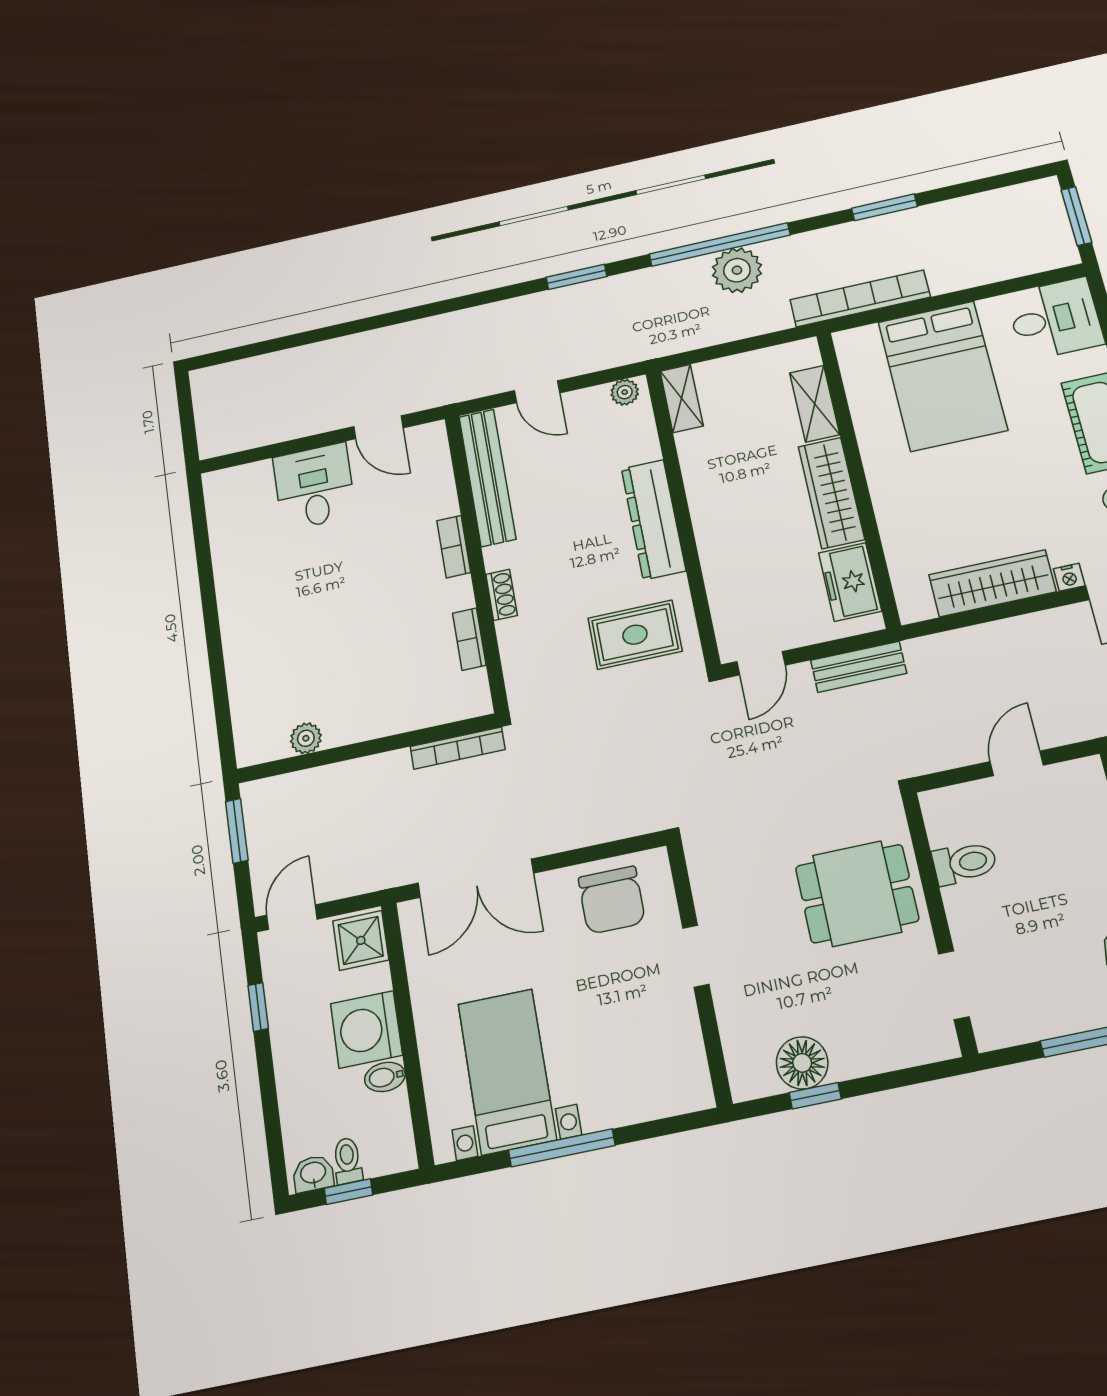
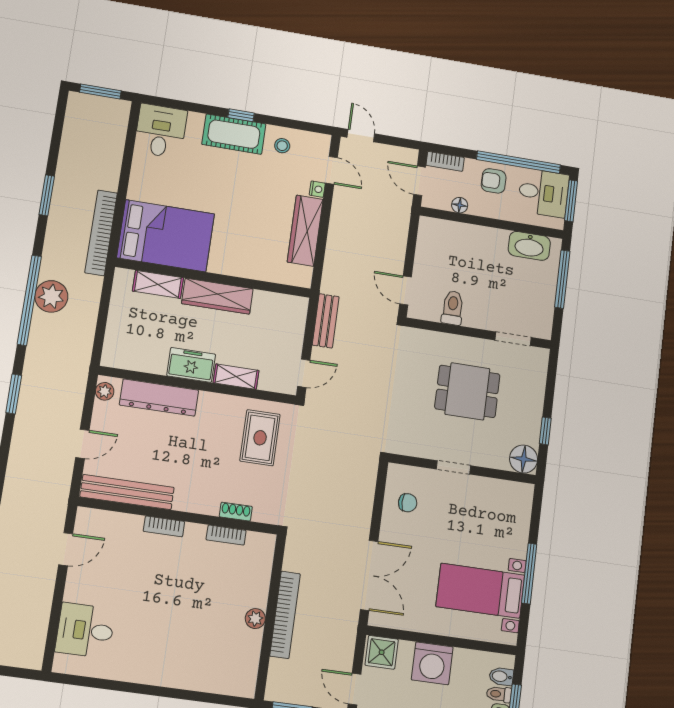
bed: (942, 376) -> (166, 236), moved
shelving: (682, 398) -> (236, 377), moved
desk: (314, 487) -> (85, 630), moved
dresser: (653, 519) -> (159, 398), moved
freezer: (850, 582) -> (191, 365), moved, turned 180
shoe rack: (502, 595) -> (236, 512), moved
door: (761, 663) -> (304, 373), hinge flipped
plant: (306, 738) -> (255, 619), moved
bookcase: (458, 748) -> (285, 615), moved, width x1.48, depth x1.31
door: (1017, 763) -> (406, 290), moved
dining table: (857, 894) -> (467, 391), moved, turned 90
chair: (612, 900) -> (408, 503), width x0.54, depth x0.54
floor lamp: (802, 1063) -> (524, 459), moved
bidet: (385, 1077) -> (501, 676), moved, turned 90

